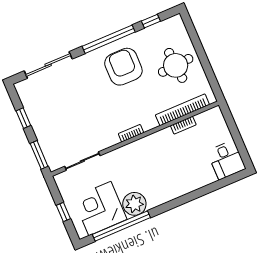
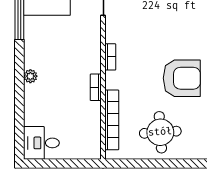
bookcase: (183, 125) -> (96, 87), moved
plant: (134, 204) -> (30, 76), moved, width x0.53, depth x0.53

